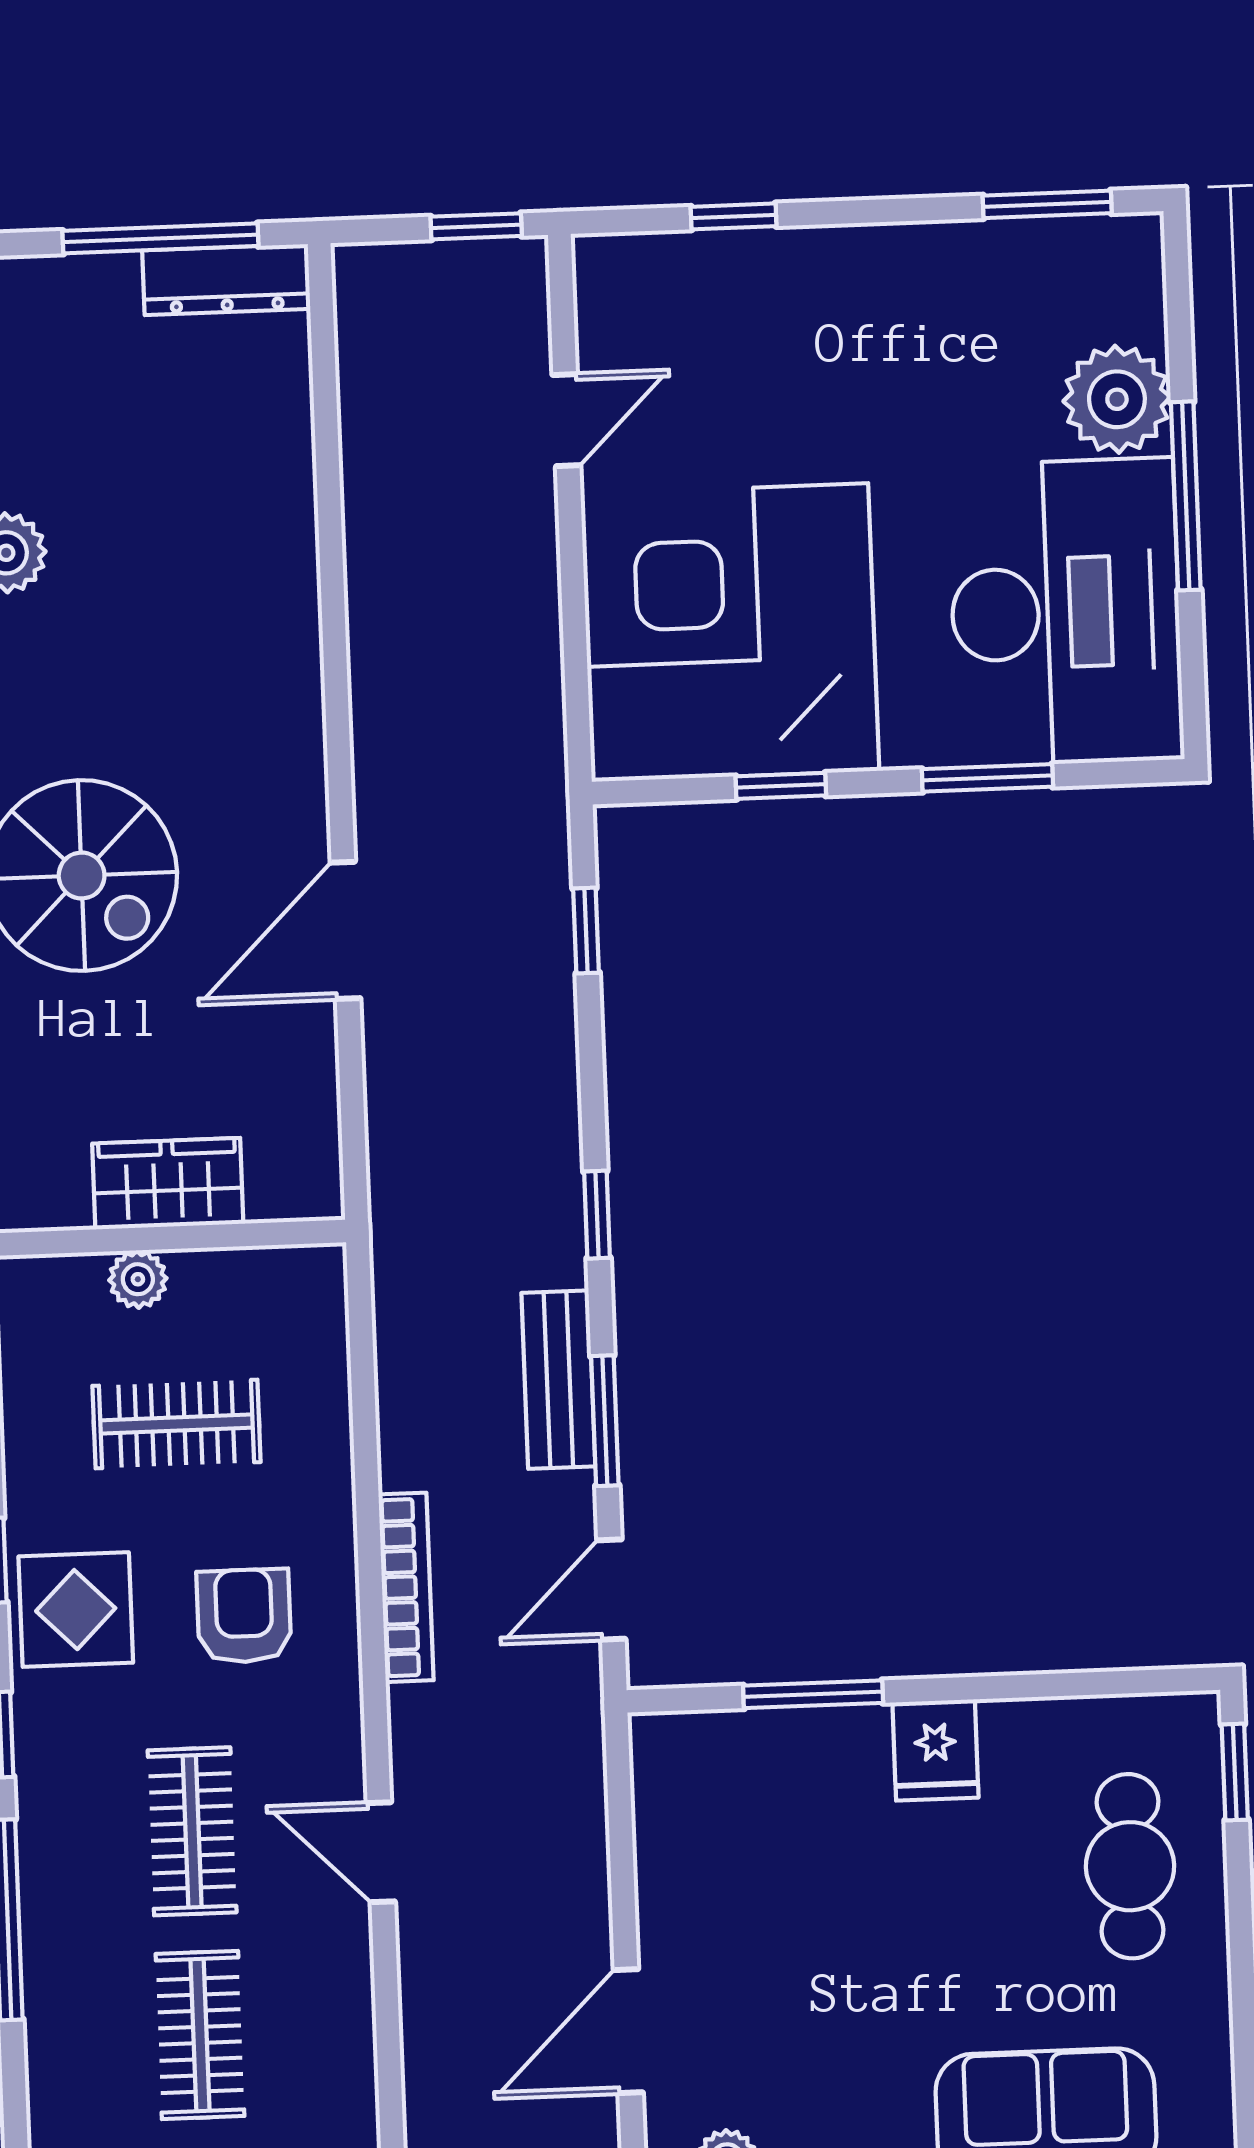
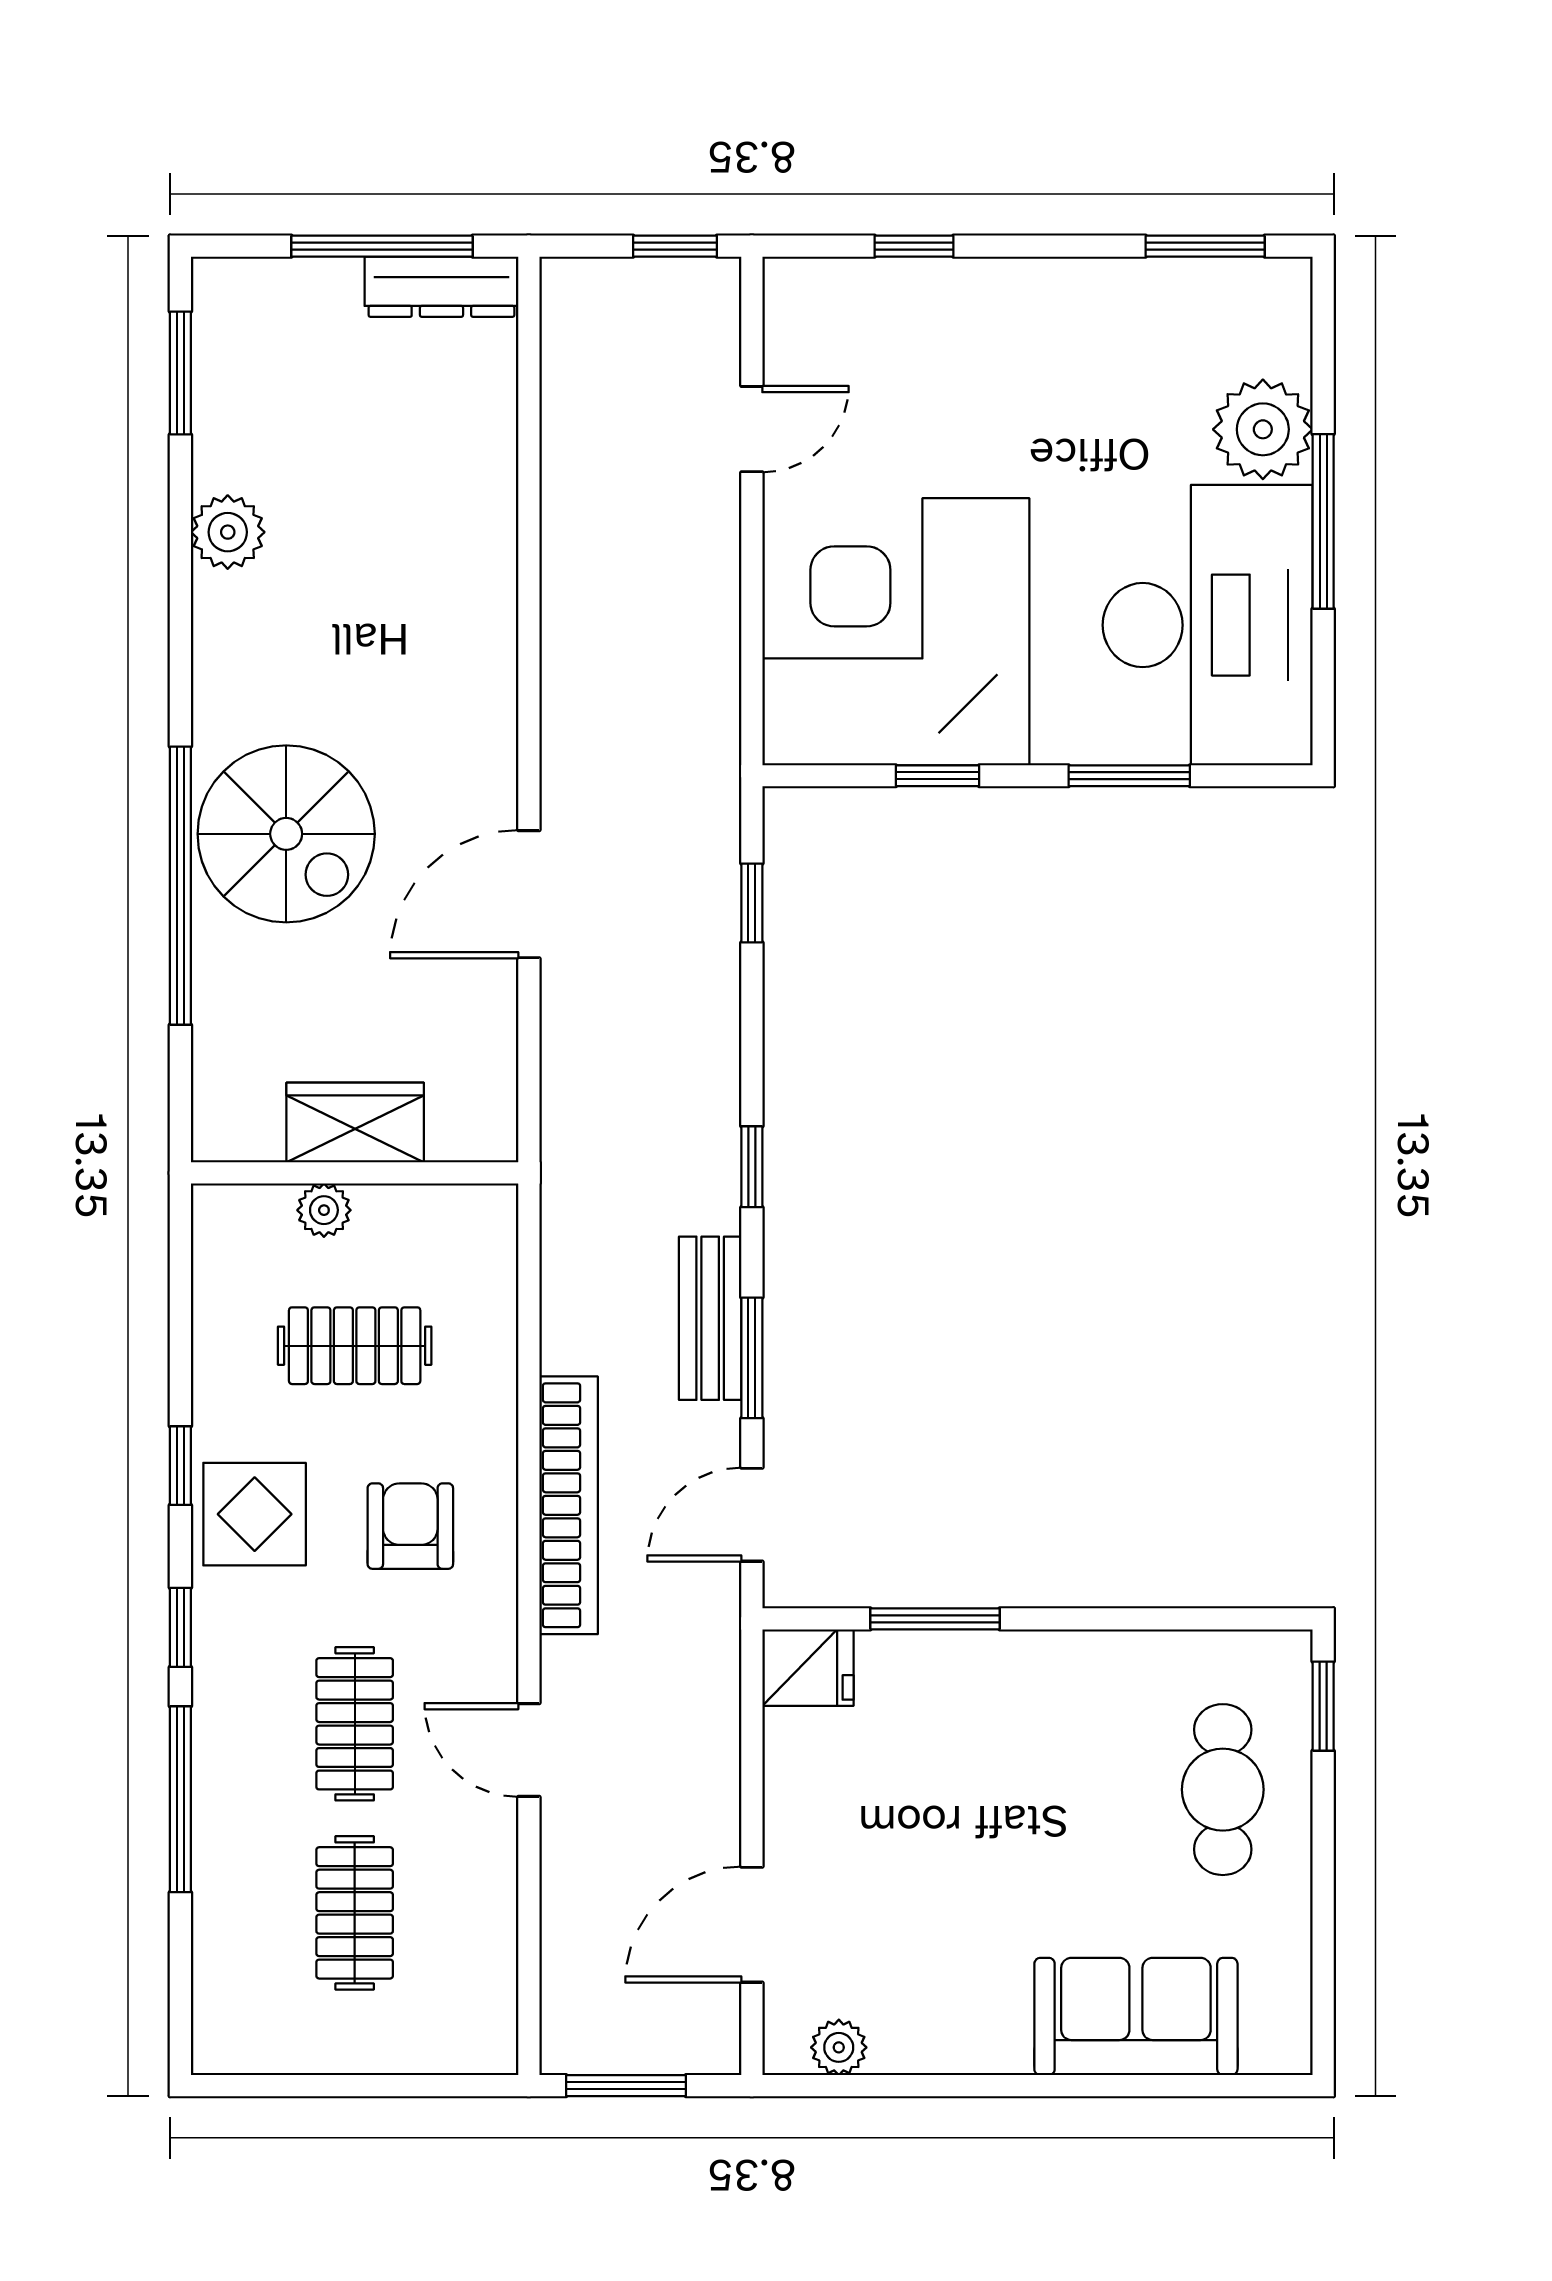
bookcase: (406, 1587) -> (569, 1505), width x1.48, depth x1.31
fridge: (935, 1750) -> (808, 1668), moved, turned -90

